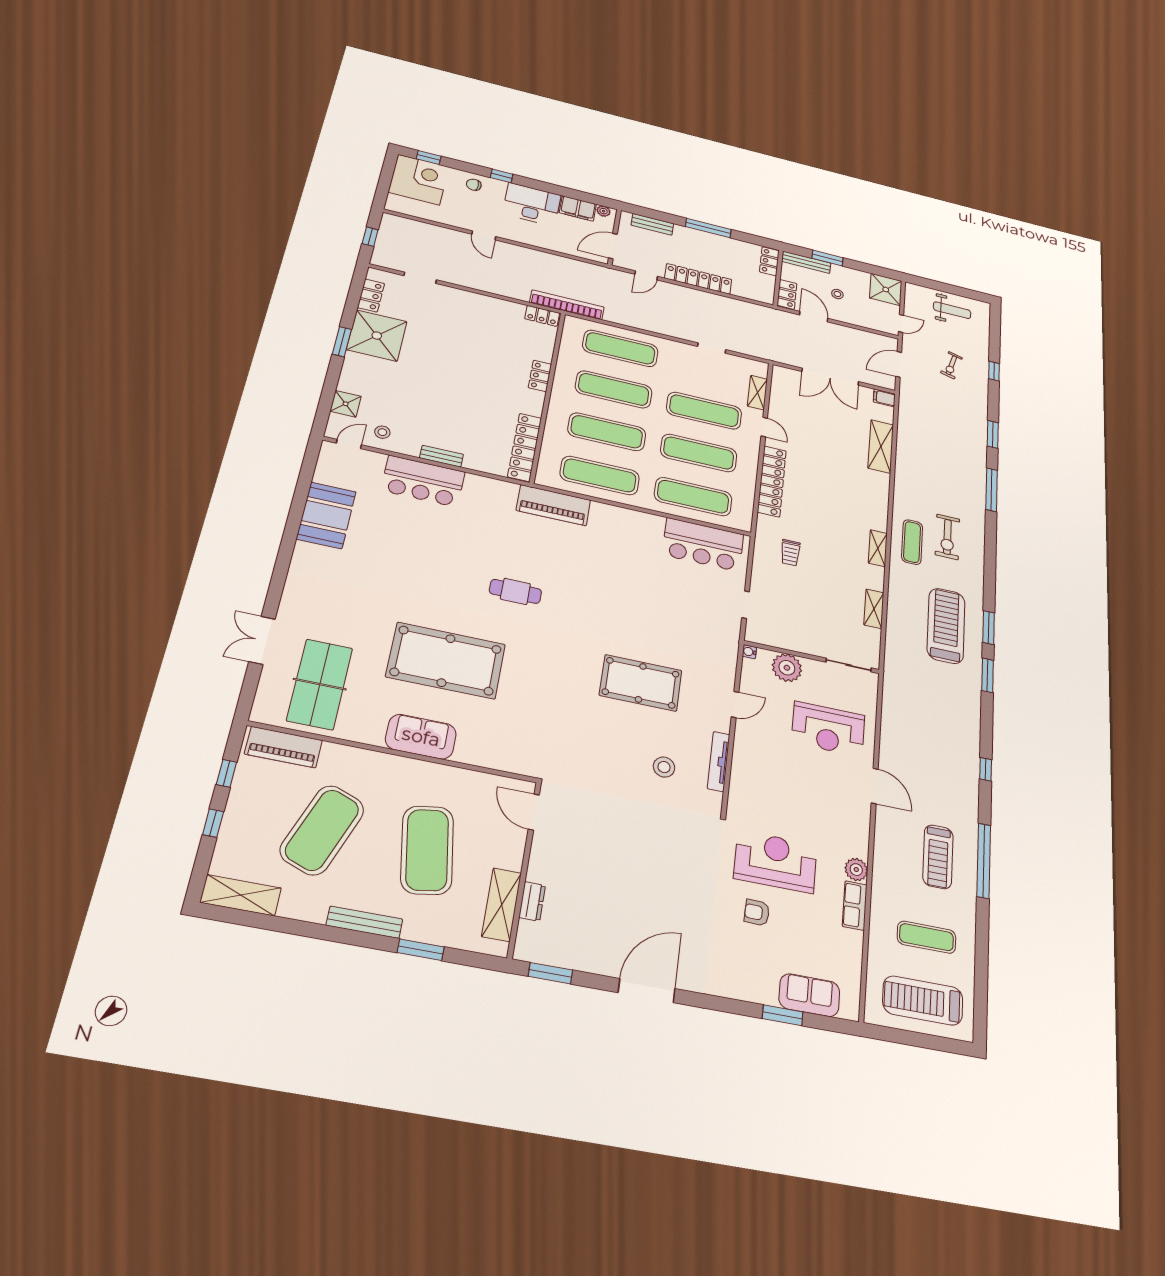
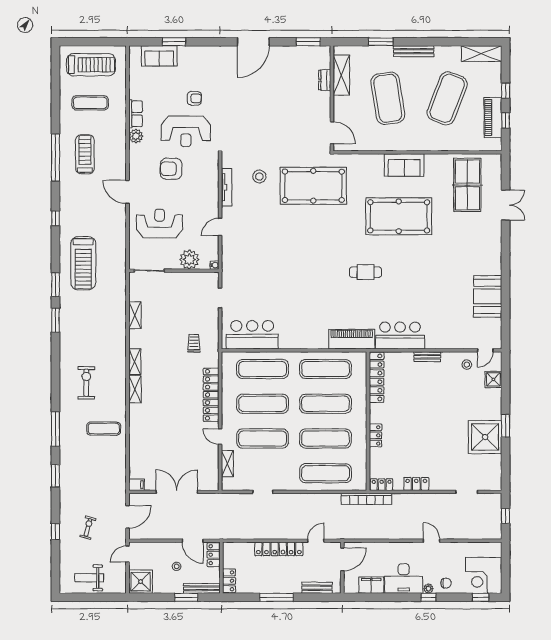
plant: (604, 211) -> (429, 589), moved
locker: (371, 295) -> (416, 484), moved, turned 90
shelving: (881, 446) -> (135, 389), moved, width x0.67, depth x0.75
bar counter: (423, 481) -> (400, 336), moved
exercise mat: (912, 542) -> (104, 429), moved, turned 90
treadmill: (946, 626) -> (83, 263), moved
pool table: (641, 683) -> (313, 186), moved, width x1.36, depth x1.32
piano: (283, 747) -> (493, 118), moved, turned -90
armchair: (804, 807) -> (171, 169), added

